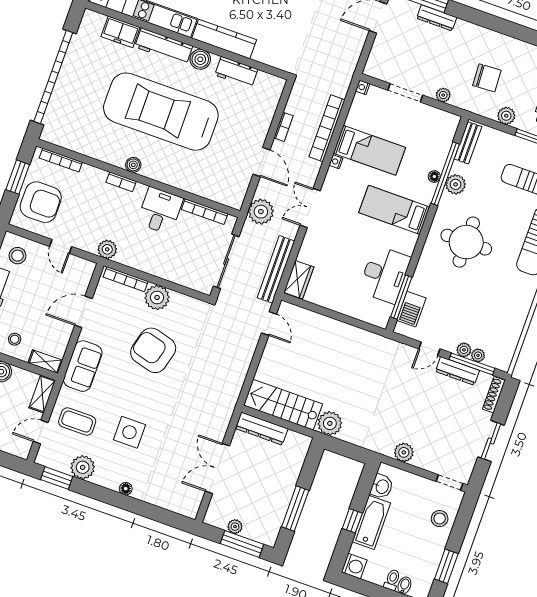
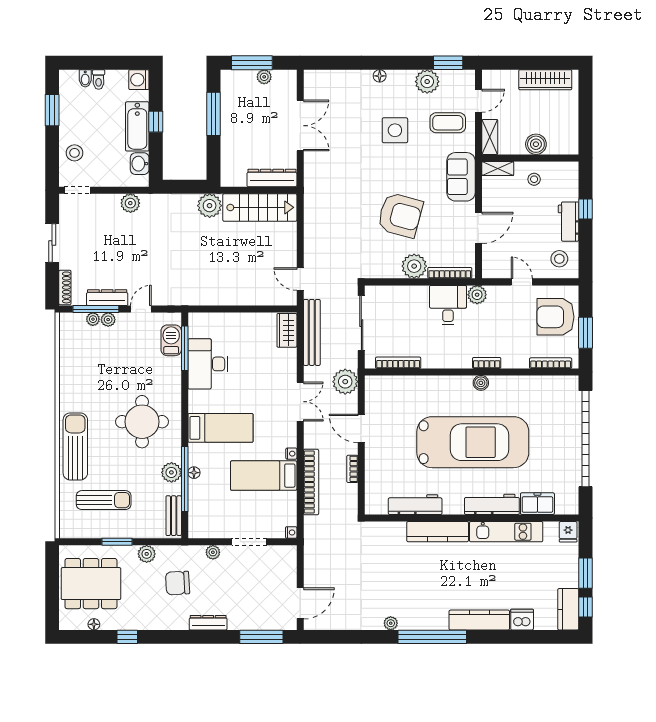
dresser: (437, 18) -> (208, 623), moved
boiler: (200, 59) -> (453, 505), removed
workbench: (236, 72) -> (415, 505), width x1.38
desk: (160, 211) -> (448, 305), moved, turned 180

